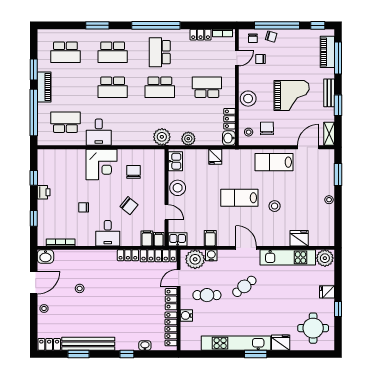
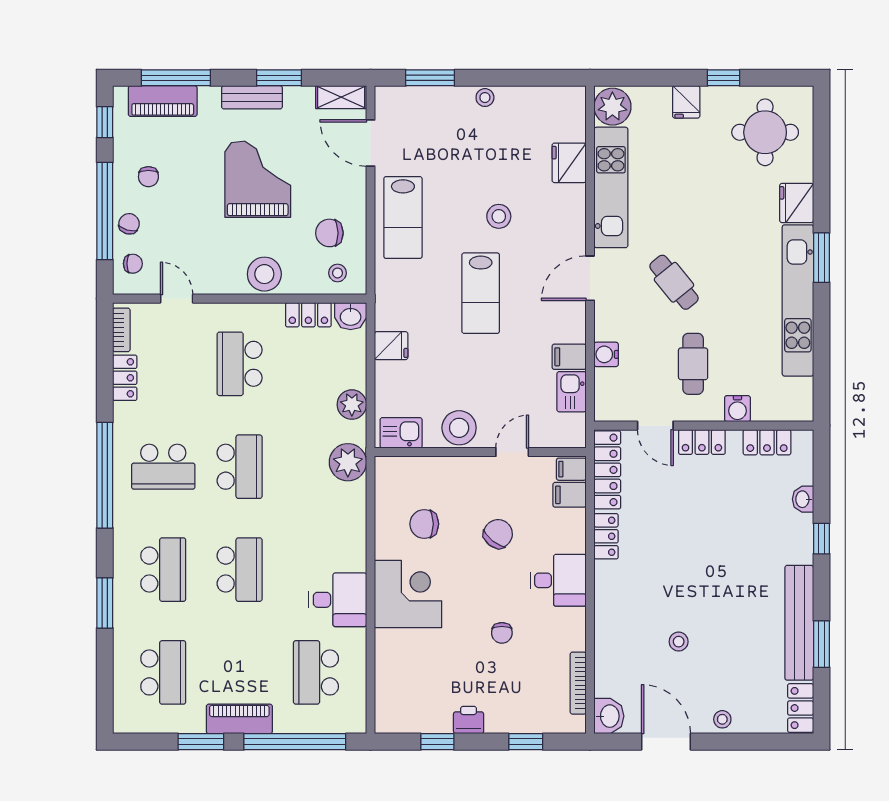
chair: (260, 59) -> (148, 177), moved
kitchen sink: (178, 239) -> (571, 392), moved
plant: (195, 259) -> (615, 390), removed
locker: (171, 329) -> (767, 442), width x0.66

